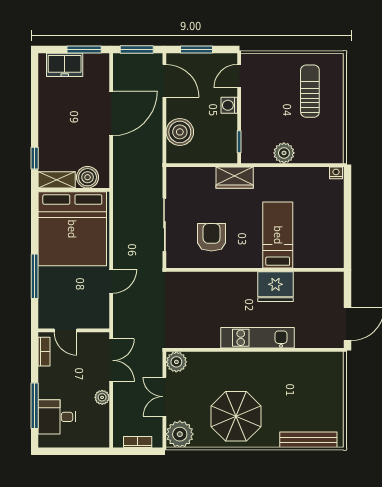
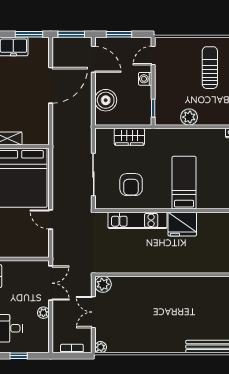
boiler: (88, 177) -> (32, 136), removed
wardrobe: (235, 178) -> (129, 137), moved
armchair: (212, 237) -> (131, 185), turned 180
door: (111, 281) -> (51, 220), swing flipped
door: (66, 330) -> (14, 259), removed
kitchen unit: (258, 338) -> (138, 220), moved, turned 180
parasol: (236, 416) -> (151, 328), removed
plant: (180, 434) -> (101, 347), width x0.53, depth x0.53
window: (71, 451) -> (19, 356), added

